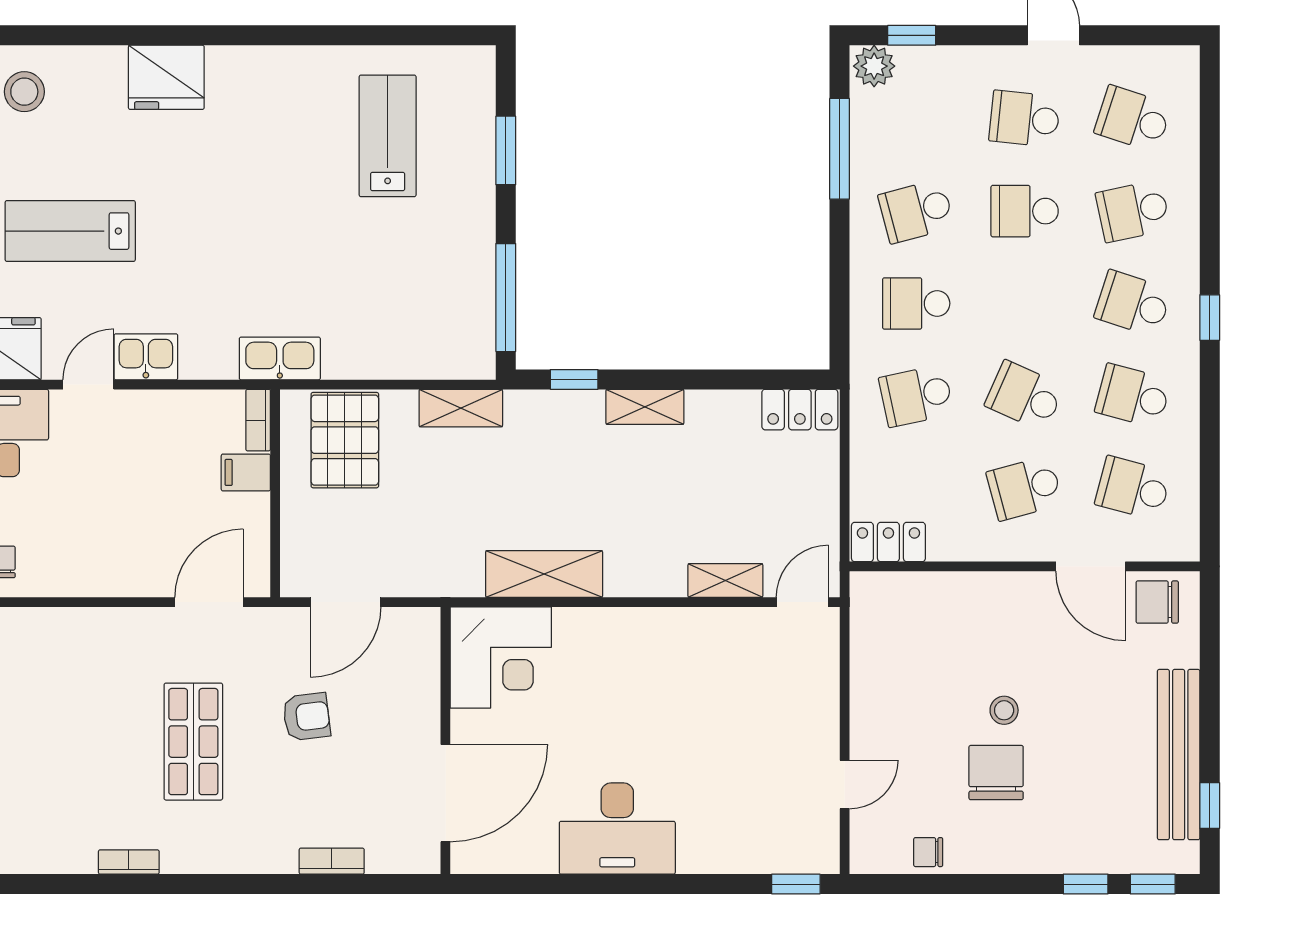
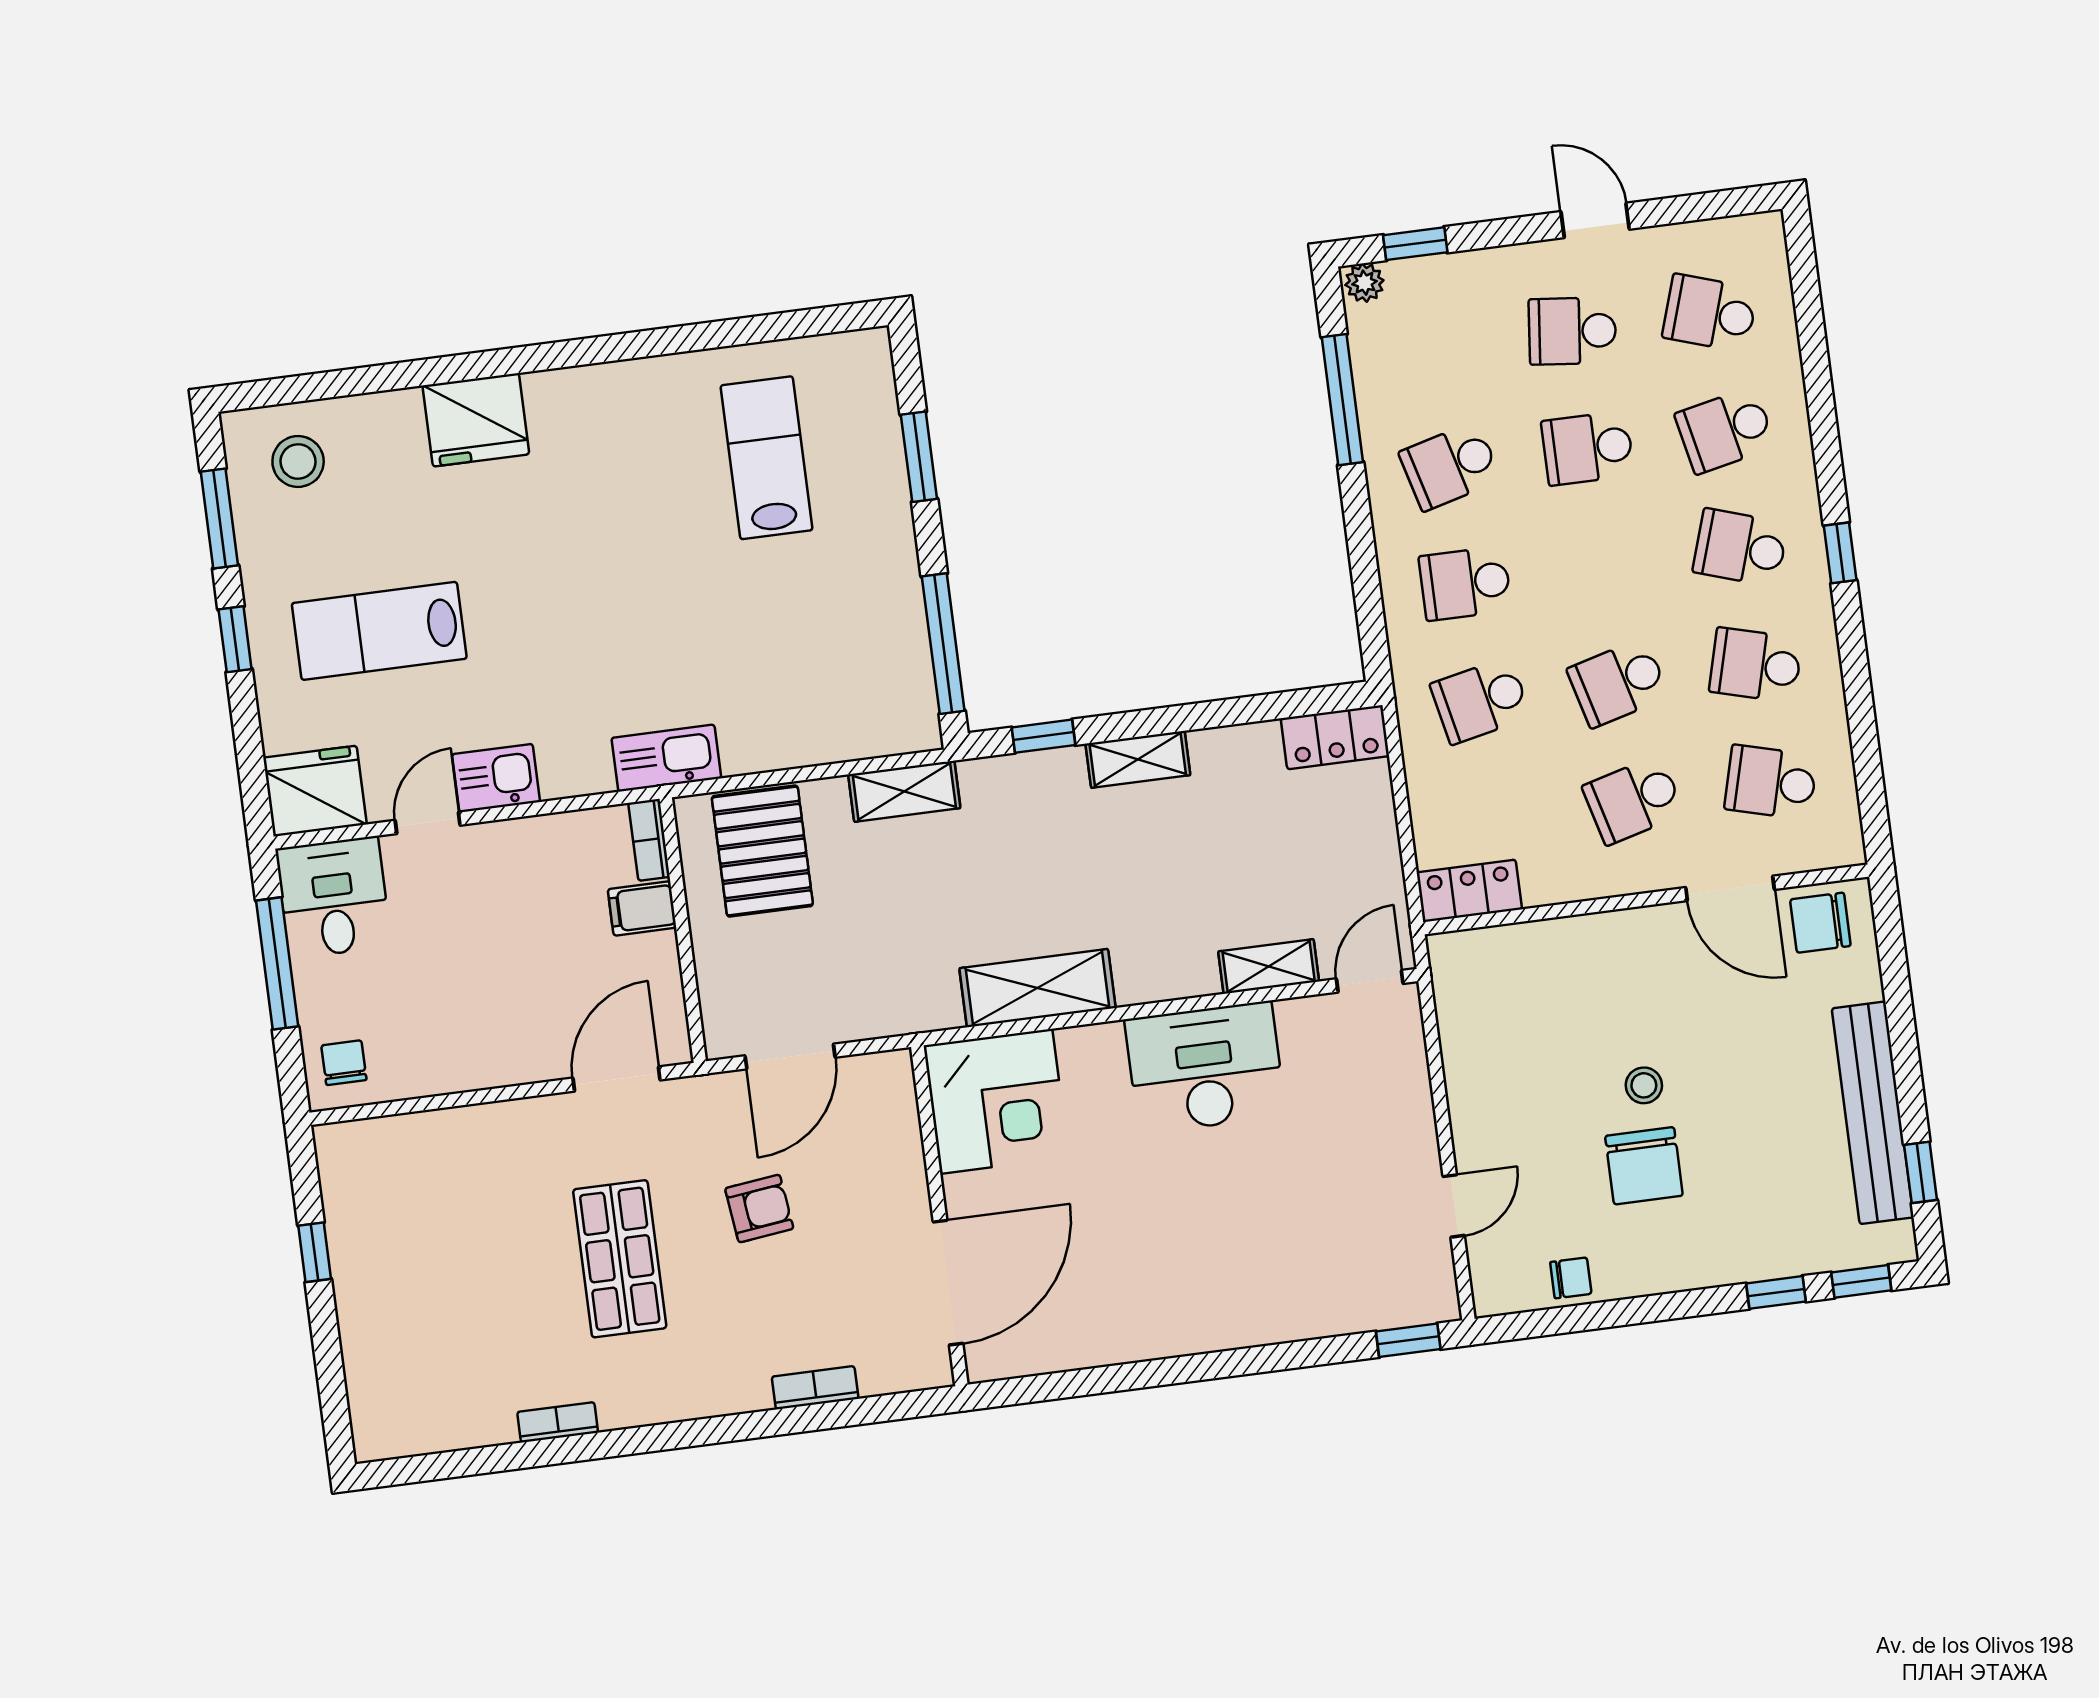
plant: (874, 66) -> (1364, 283), width x0.73, depth x0.73
school desk: (1025, 396) -> (1618, 683), turned -39
chair: (996, 773) -> (1644, 1166), turned 180
desk: (617, 829) -> (1205, 1068), moved, turned 180
chair: (928, 852) -> (1571, 1278), turned 180

